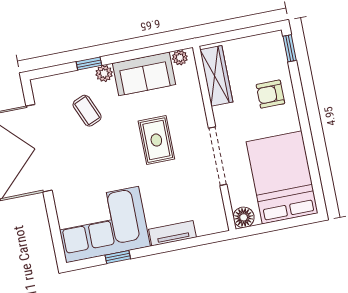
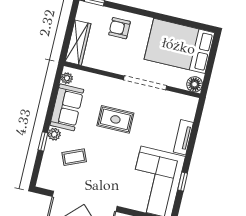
wardrobe: (216, 76) -> (78, 43), moved, turned 90
armchair: (270, 94) -> (119, 28), turned 90

